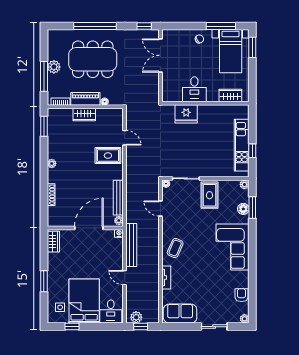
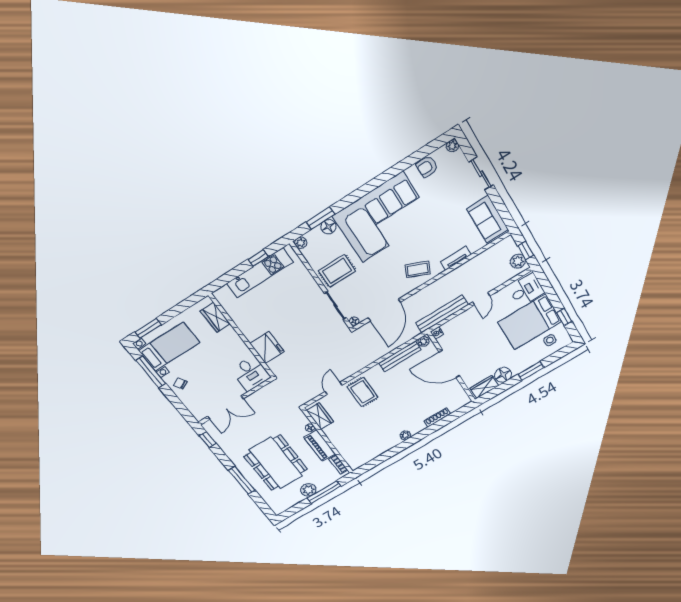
window: (95, 26) -> (242, 480), width x0.68
desk: (194, 89) -> (251, 373), moved, turned 90
wardrobe: (84, 114) -> (320, 416), moved
window: (44, 126) -> (373, 464), removed
door: (160, 209) -> (384, 310), width x1.88
corner sofa: (233, 247) -> (382, 217), width x1.36, depth x1.36
floor lamp: (54, 260) -> (503, 375), added

